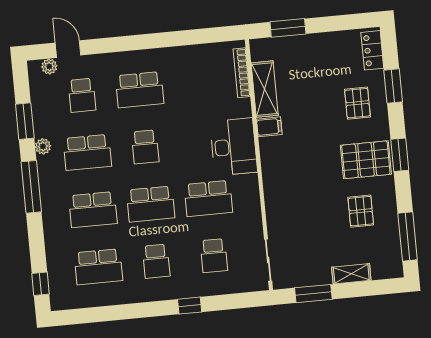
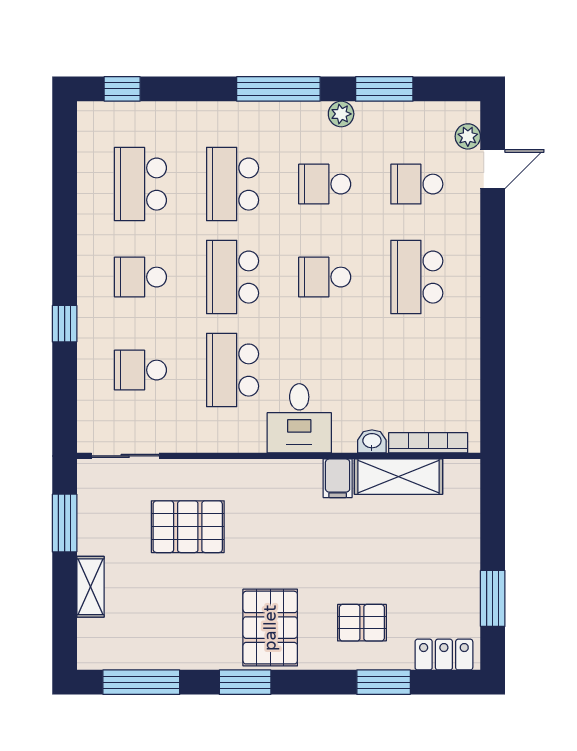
window: (288, 28) -> (493, 598), moved
washbasin: (244, 108) -> (372, 441), added
desk: (234, 147) -> (299, 418), width x0.73
school desk: (87, 152) -> (325, 184), width x0.54
window: (400, 155) -> (245, 682), moved
pallet: (361, 211) -> (188, 527), moved, width x1.50, depth x1.42

